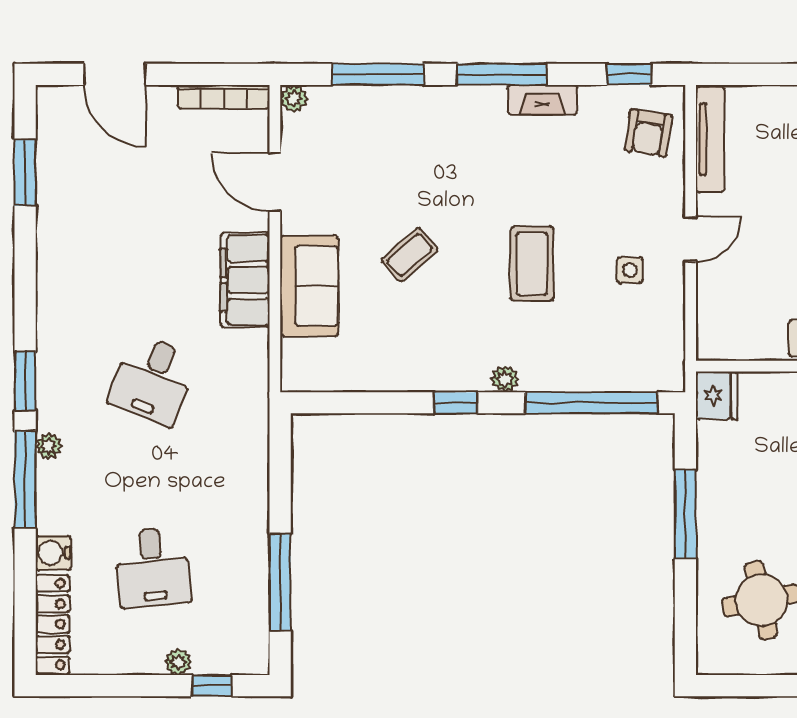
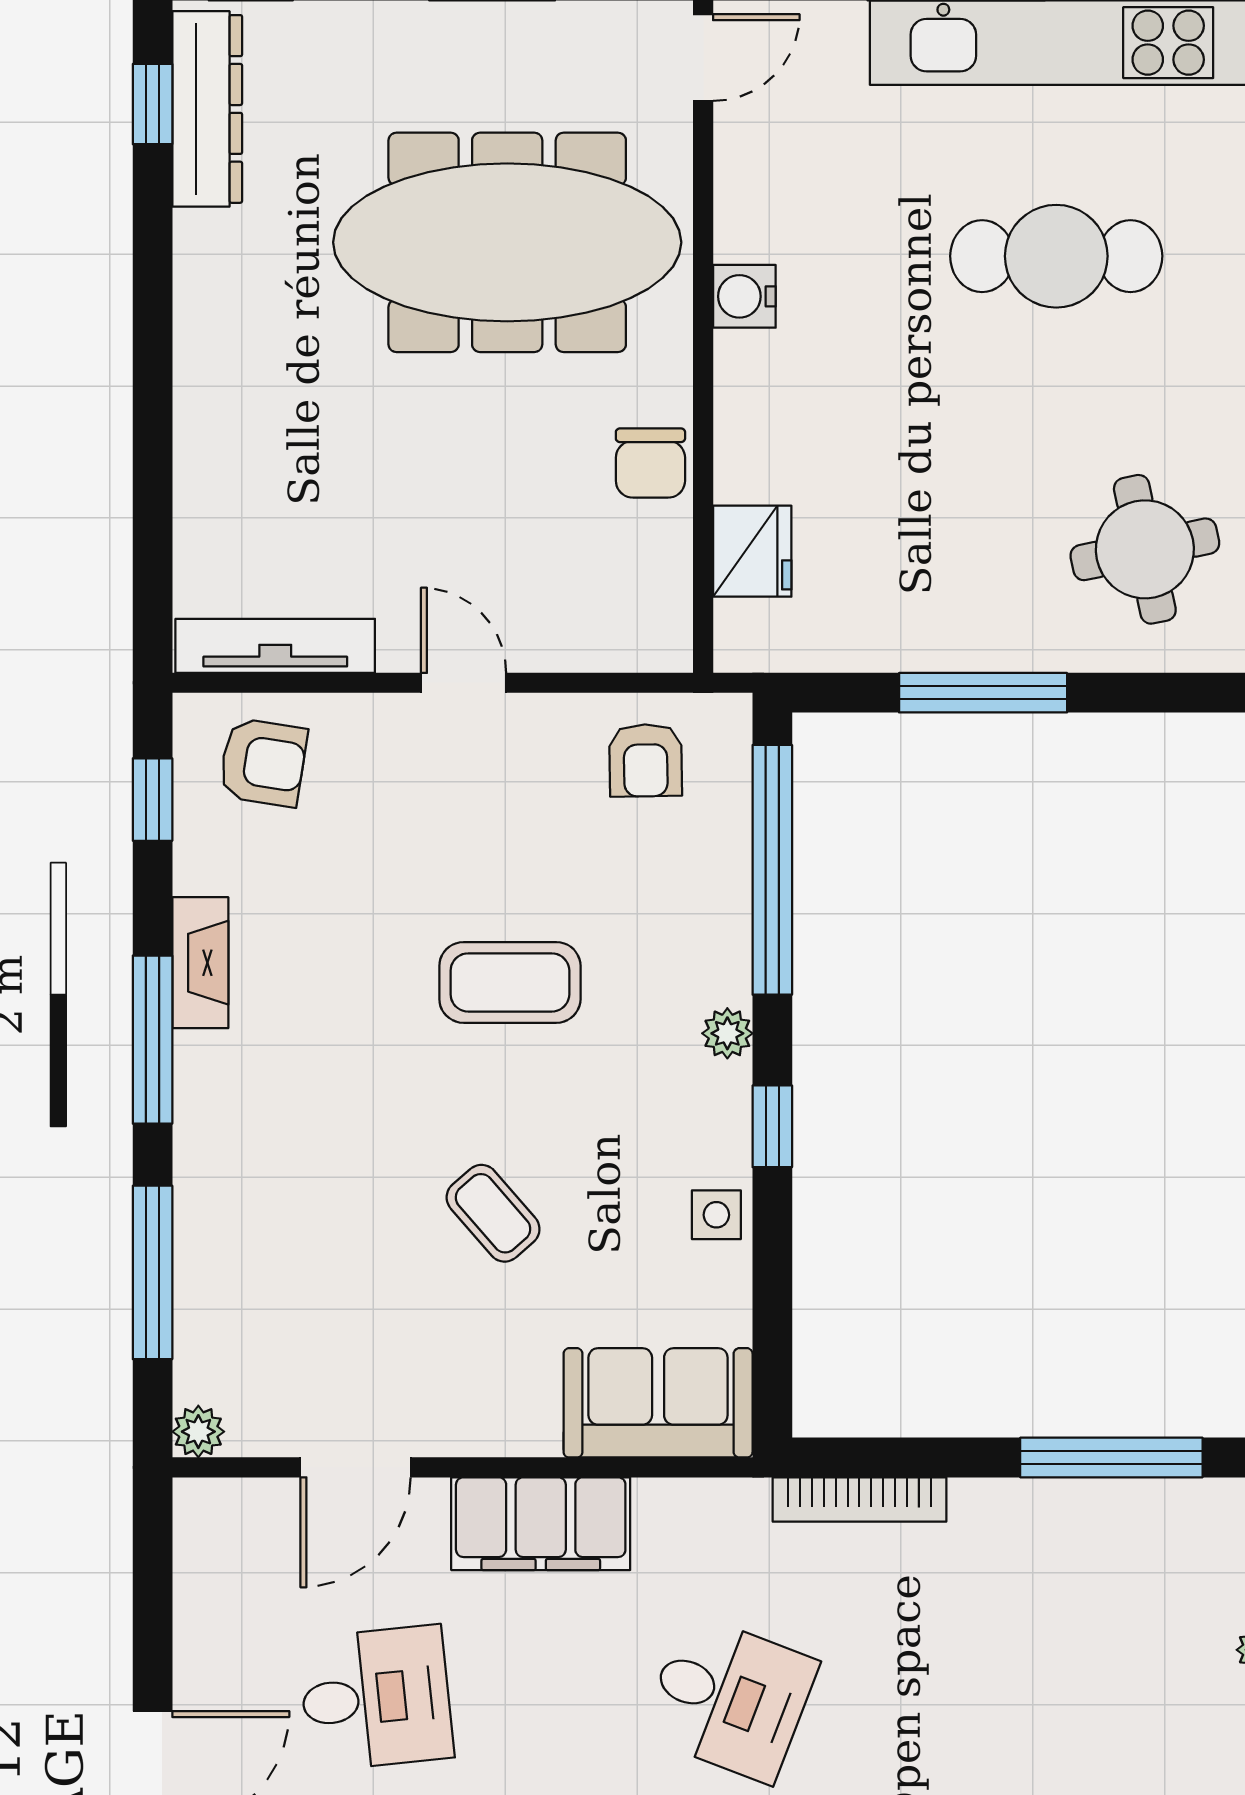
bookcase: (224, 97) -> (859, 1499), moved, turned 90
side table: (630, 270) -> (716, 1215), moved
sofa: (309, 286) -> (658, 1403), moved
armchair: (650, 336) -> (646, 760), added
fridge: (717, 395) -> (752, 551), moved, turned 90
desk: (153, 567) -> (376, 1698), moved

